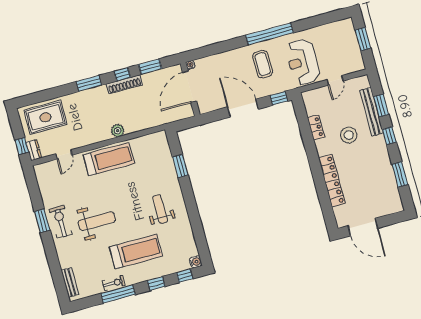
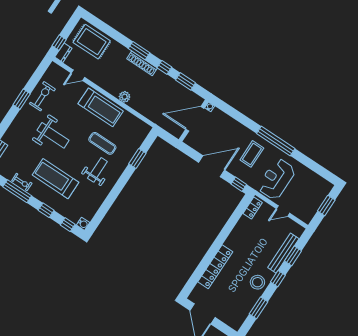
shoe rack: (124, 84) -> (142, 63), moved
door: (243, 108) -> (212, 166), hinge flipped
locker: (316, 127) -> (253, 208), moved
stool: (349, 135) -> (257, 282), moved
exercise mat: (141, 185) -> (102, 143), added
exercise bike: (61, 222) -> (42, 96), moved
treadmill: (136, 252) -> (55, 179), turned 180

